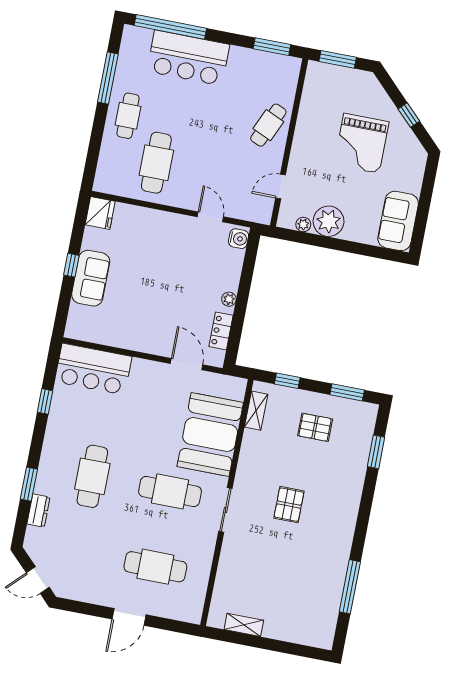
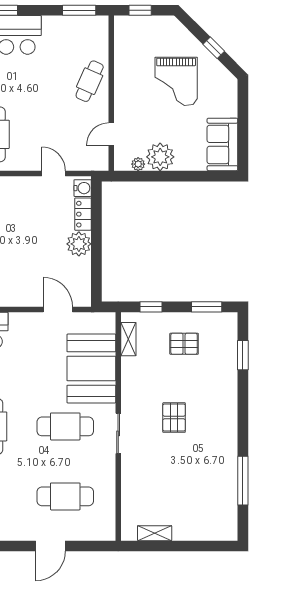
window: (338, 59) -> (140, 10), width x0.67
plant: (229, 299) -> (79, 244), width x1.87, depth x1.87
locker: (221, 331) -> (83, 214), moved

